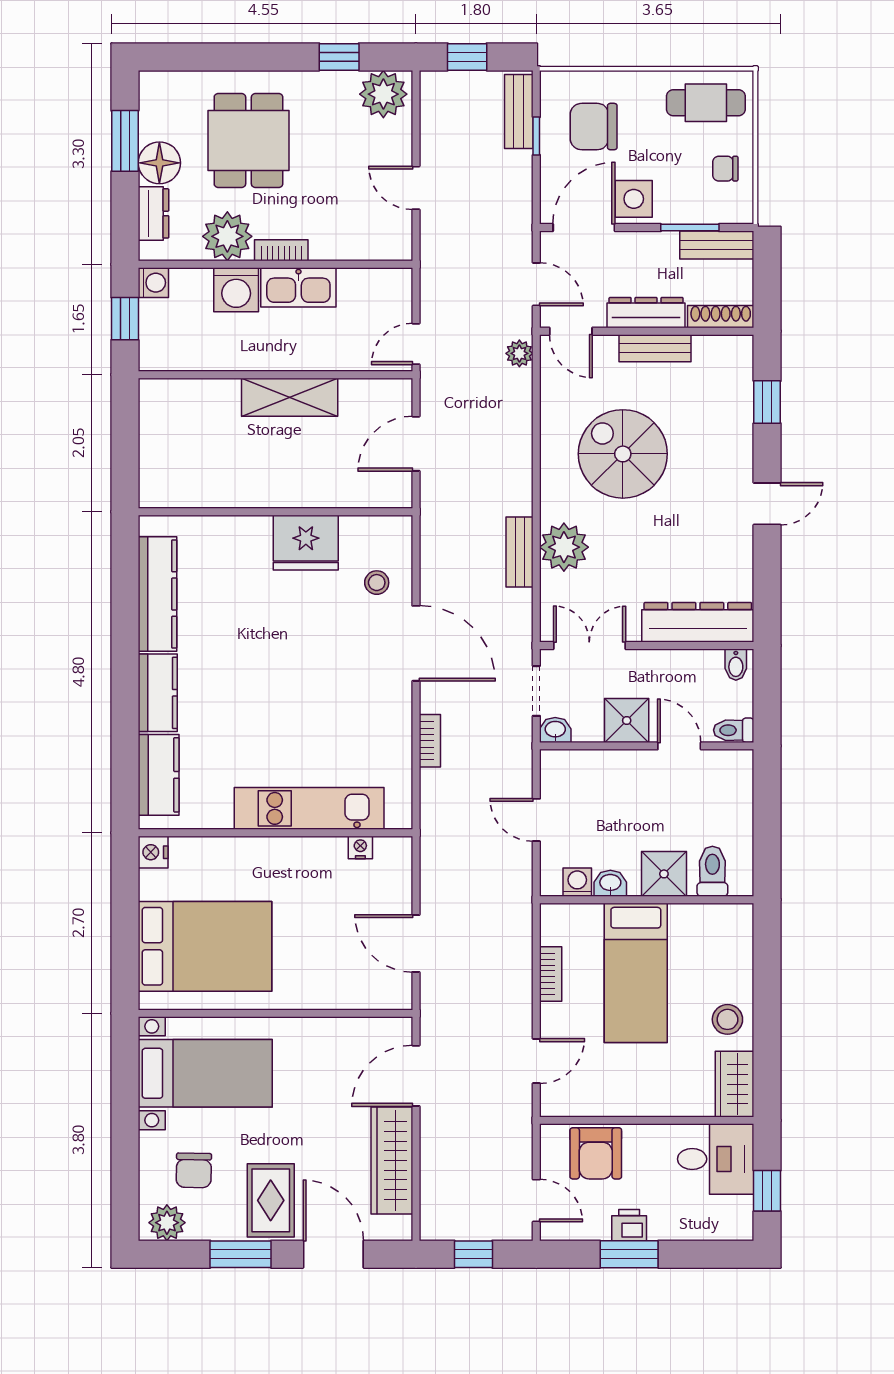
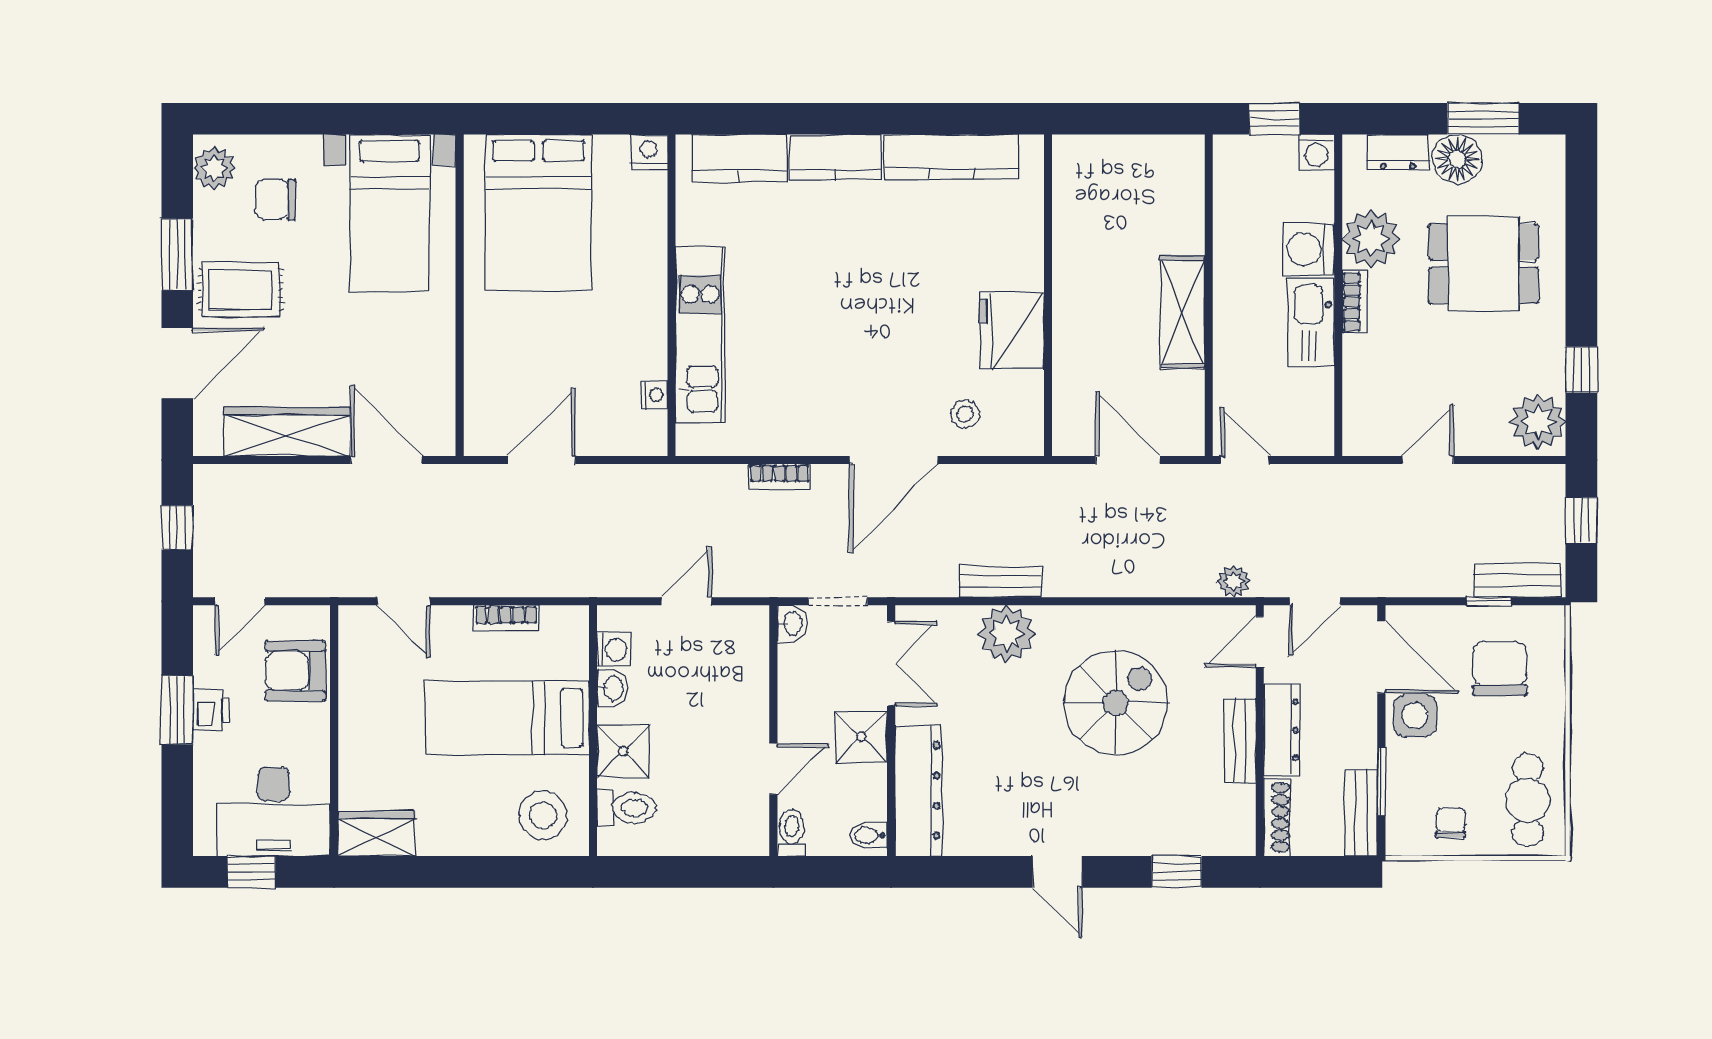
shower: (627, 720) -> (861, 737), moved
stool: (727, 1019) -> (543, 816), moved, width x1.38, depth x1.38
desk: (716, 1159) -> (273, 812), width x1.37

